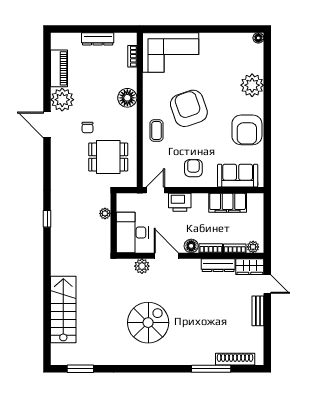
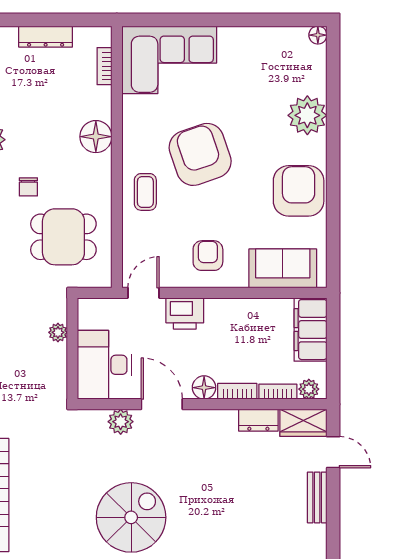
armchair: (247, 130) -> (299, 191), turned 180
filing cabinet: (228, 203) -> (310, 330), moved, turned 90
dresser: (218, 265) -> (258, 420), width x0.70

